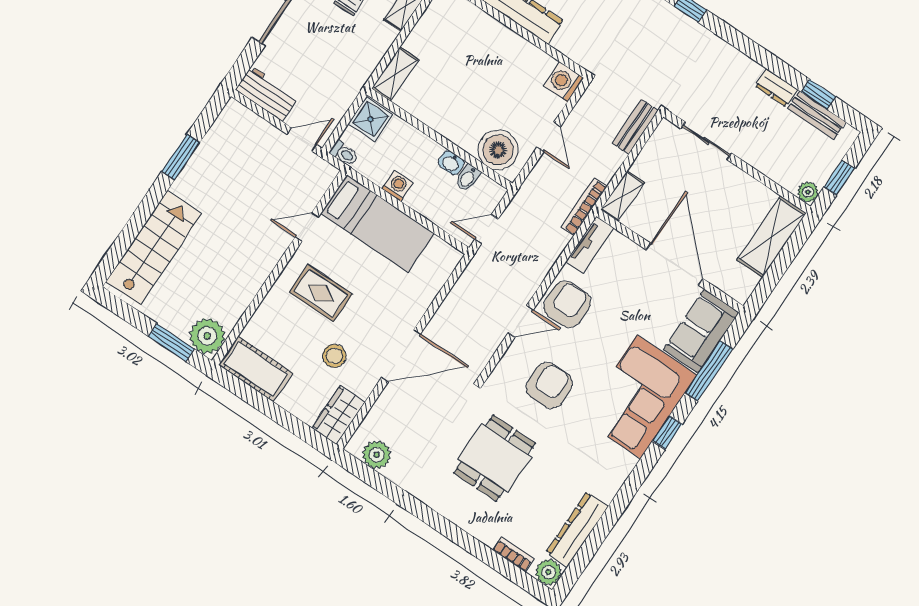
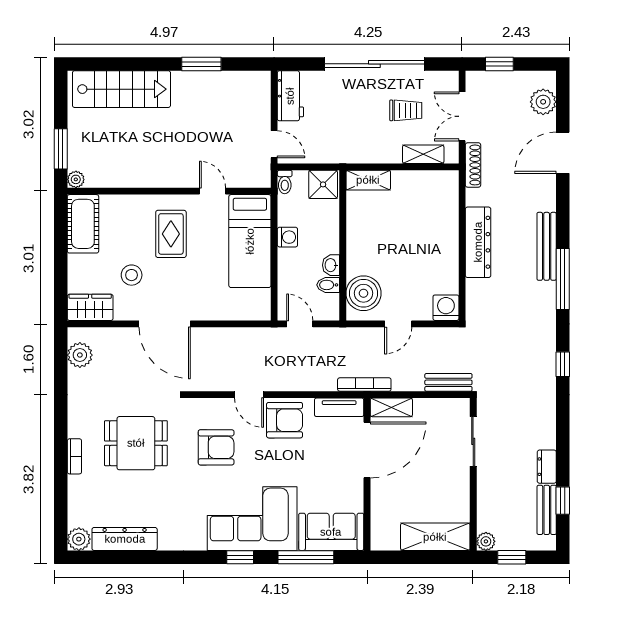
door: (674, 264) -> (367, 450), moved
plant: (207, 336) -> (76, 179), width x0.53, depth x0.53
bookcase: (513, 554) -> (74, 456), moved

